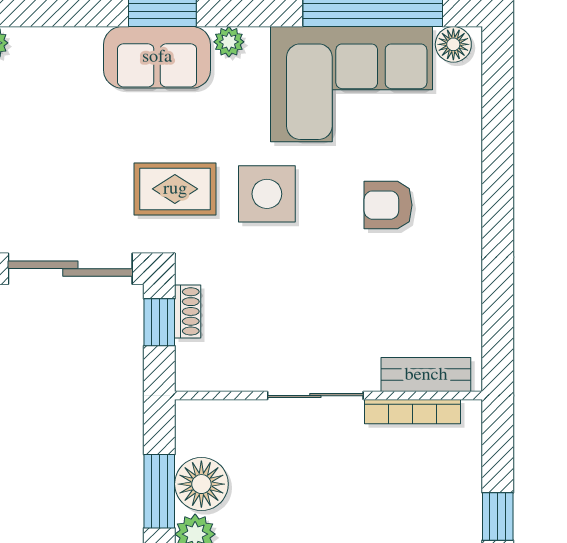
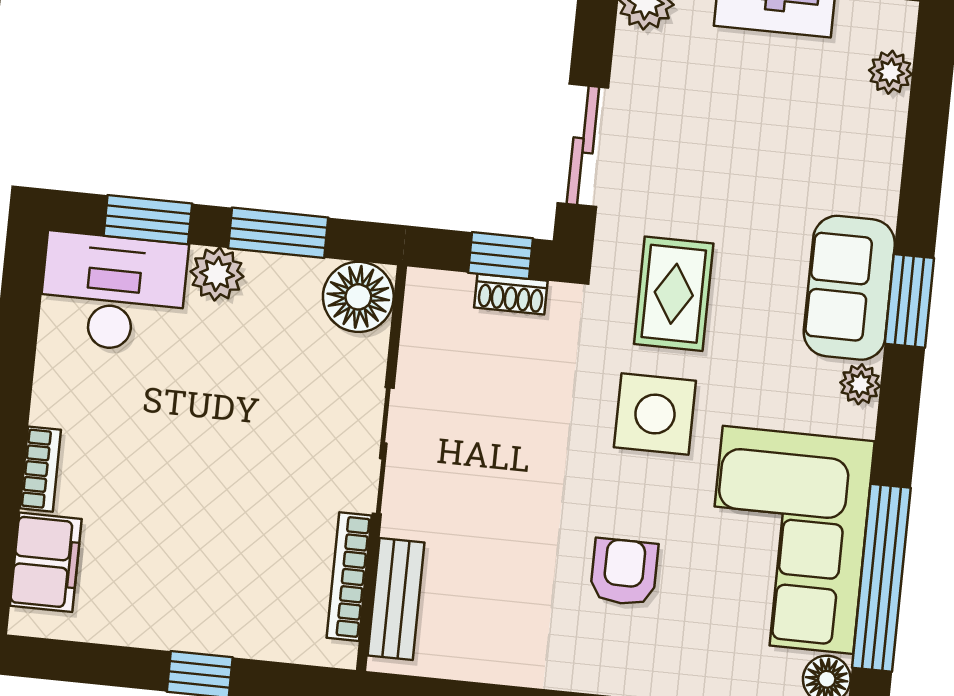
sliding door: (70, 269) -> (583, 145), width x0.73
floor lamp: (201, 484) -> (358, 297), moved

